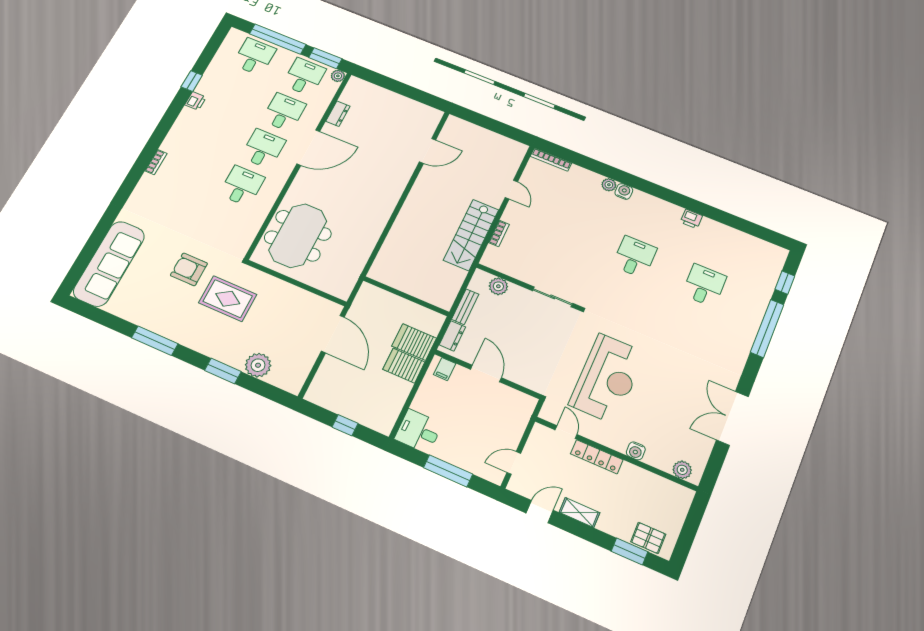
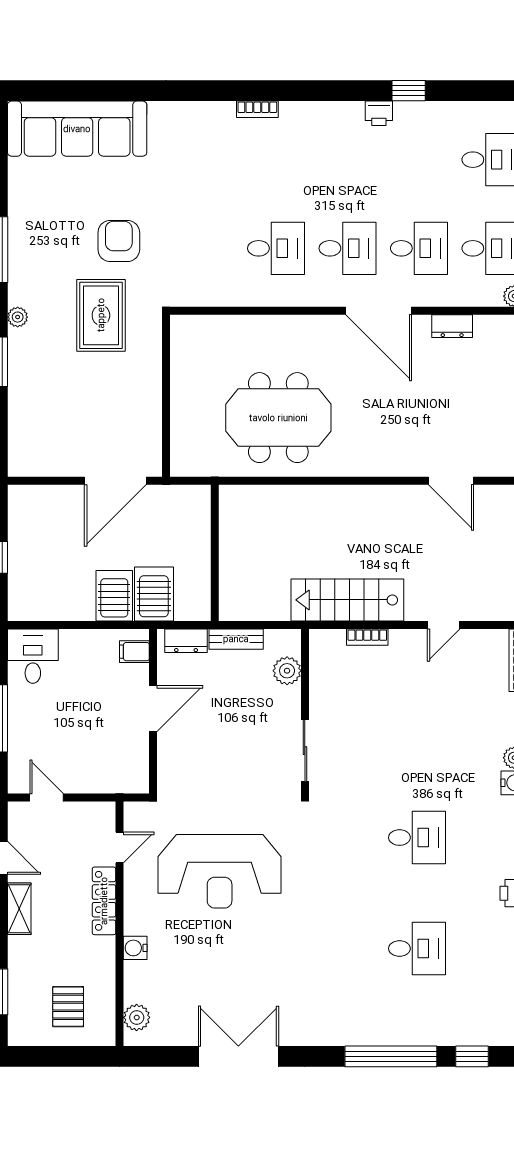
meeting table: (298, 236) -> (278, 418), moved
plant: (258, 365) -> (18, 317), moved, width x0.53, depth x0.53
pallet: (648, 538) -> (68, 1007), moved

